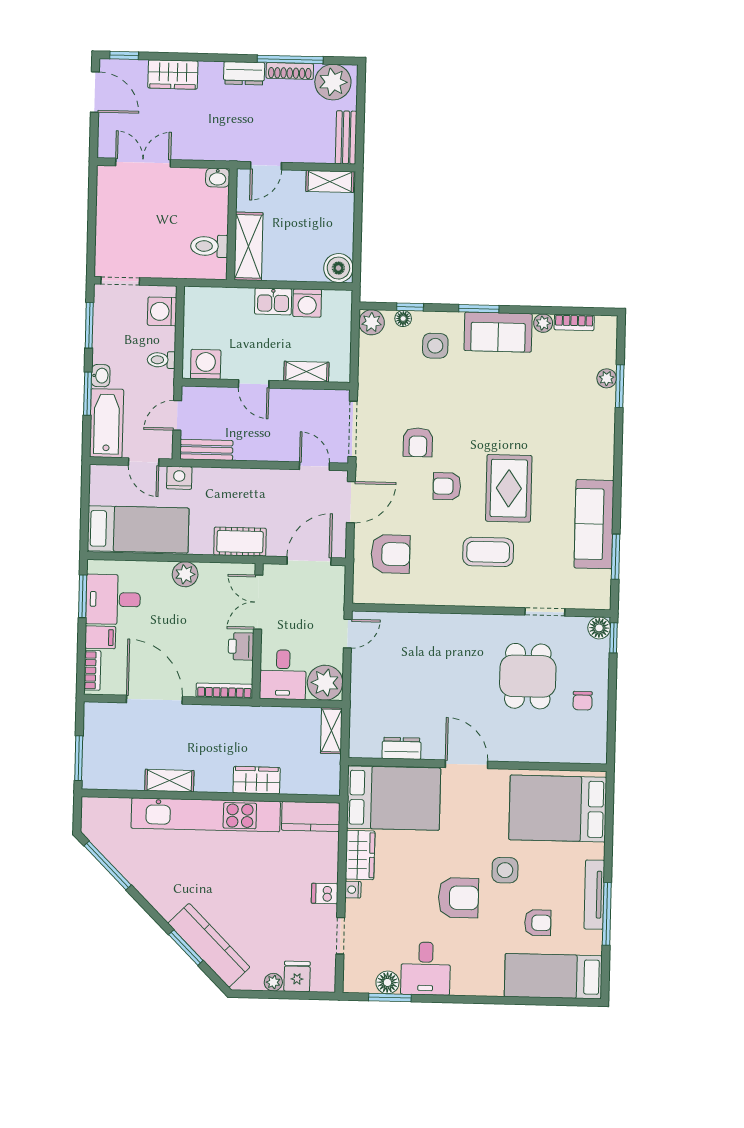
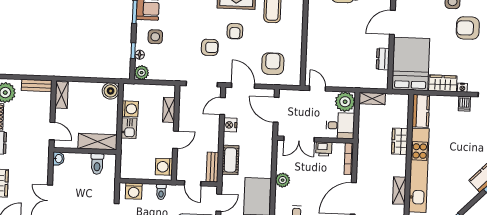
nightstand: (179, 478) -> (230, 125), moved
cot: (240, 542) -> (230, 160), moved
armchair: (458, 898) -> (468, 28), turned -90

